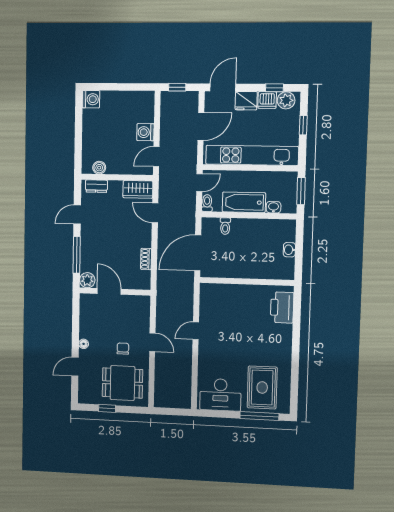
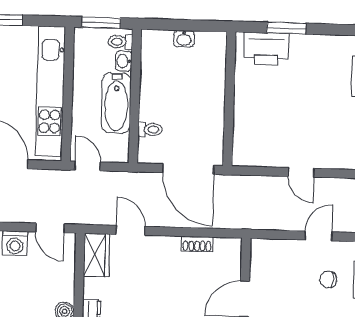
toilet: (207, 203) -> (120, 42), moved
door: (155, 213) -> (131, 230), swing flipped
window: (297, 322) -> (286, 28), added

